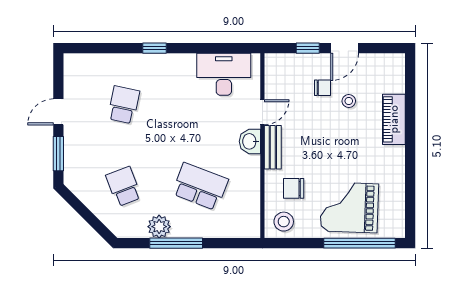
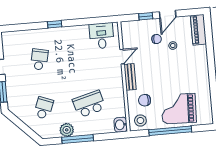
desk: (224, 74) -> (102, 36), width x0.73
piano: (394, 119) -> (198, 30), moved
washbasin: (250, 141) -> (121, 125), moved
school desk: (124, 187) -> (44, 108), turned 42
school desk: (200, 187) -> (89, 104), turned -36
window: (359, 243) -> (170, 131), moved

